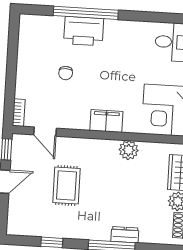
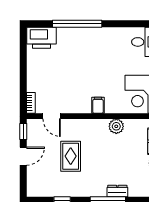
printer: (84, 31) -> (41, 38), moved
chair: (66, 73) -> (65, 71), removed
filing cabinet: (106, 121) -> (98, 105), width x0.50

